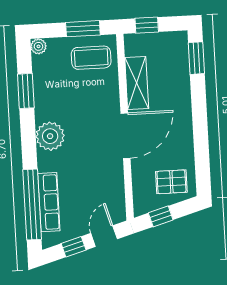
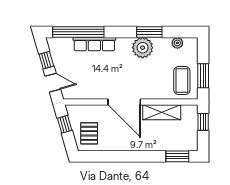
plant: (38, 46) -> (177, 43), moved
window: (26, 91) -> (149, 32), moved
plant: (50, 136) -> (143, 48), moved
row of seats: (49, 202) -> (94, 44), moved

